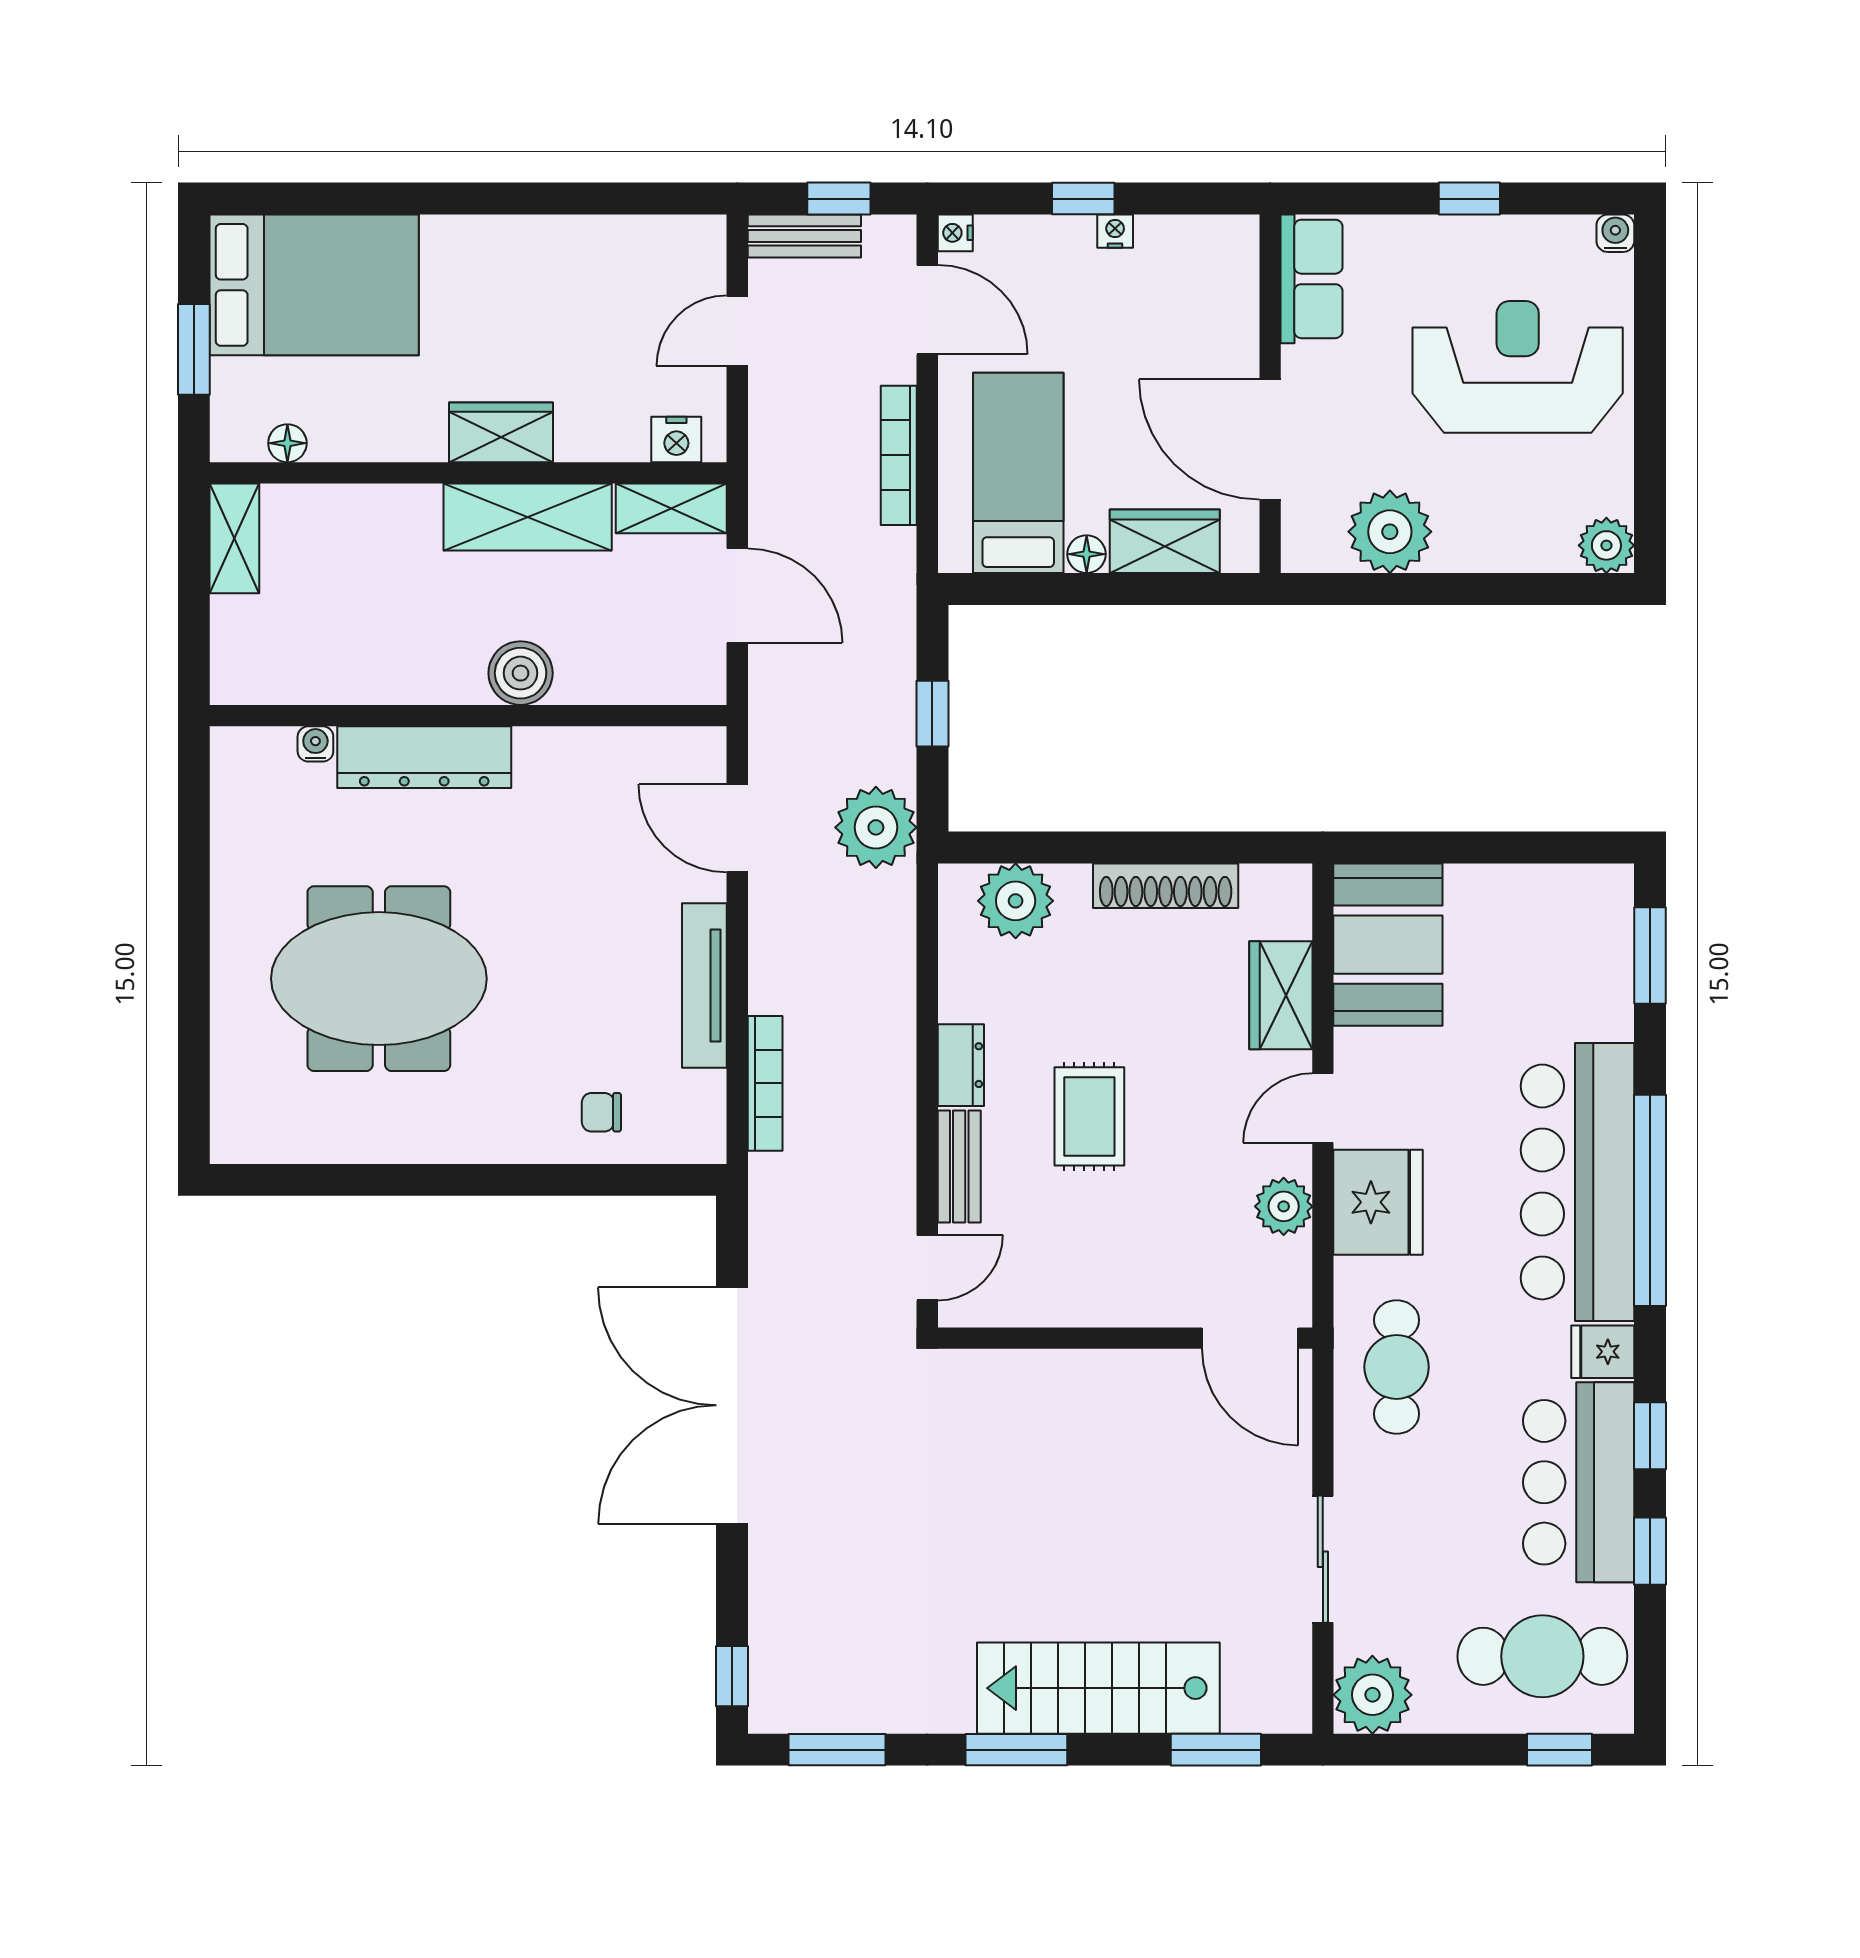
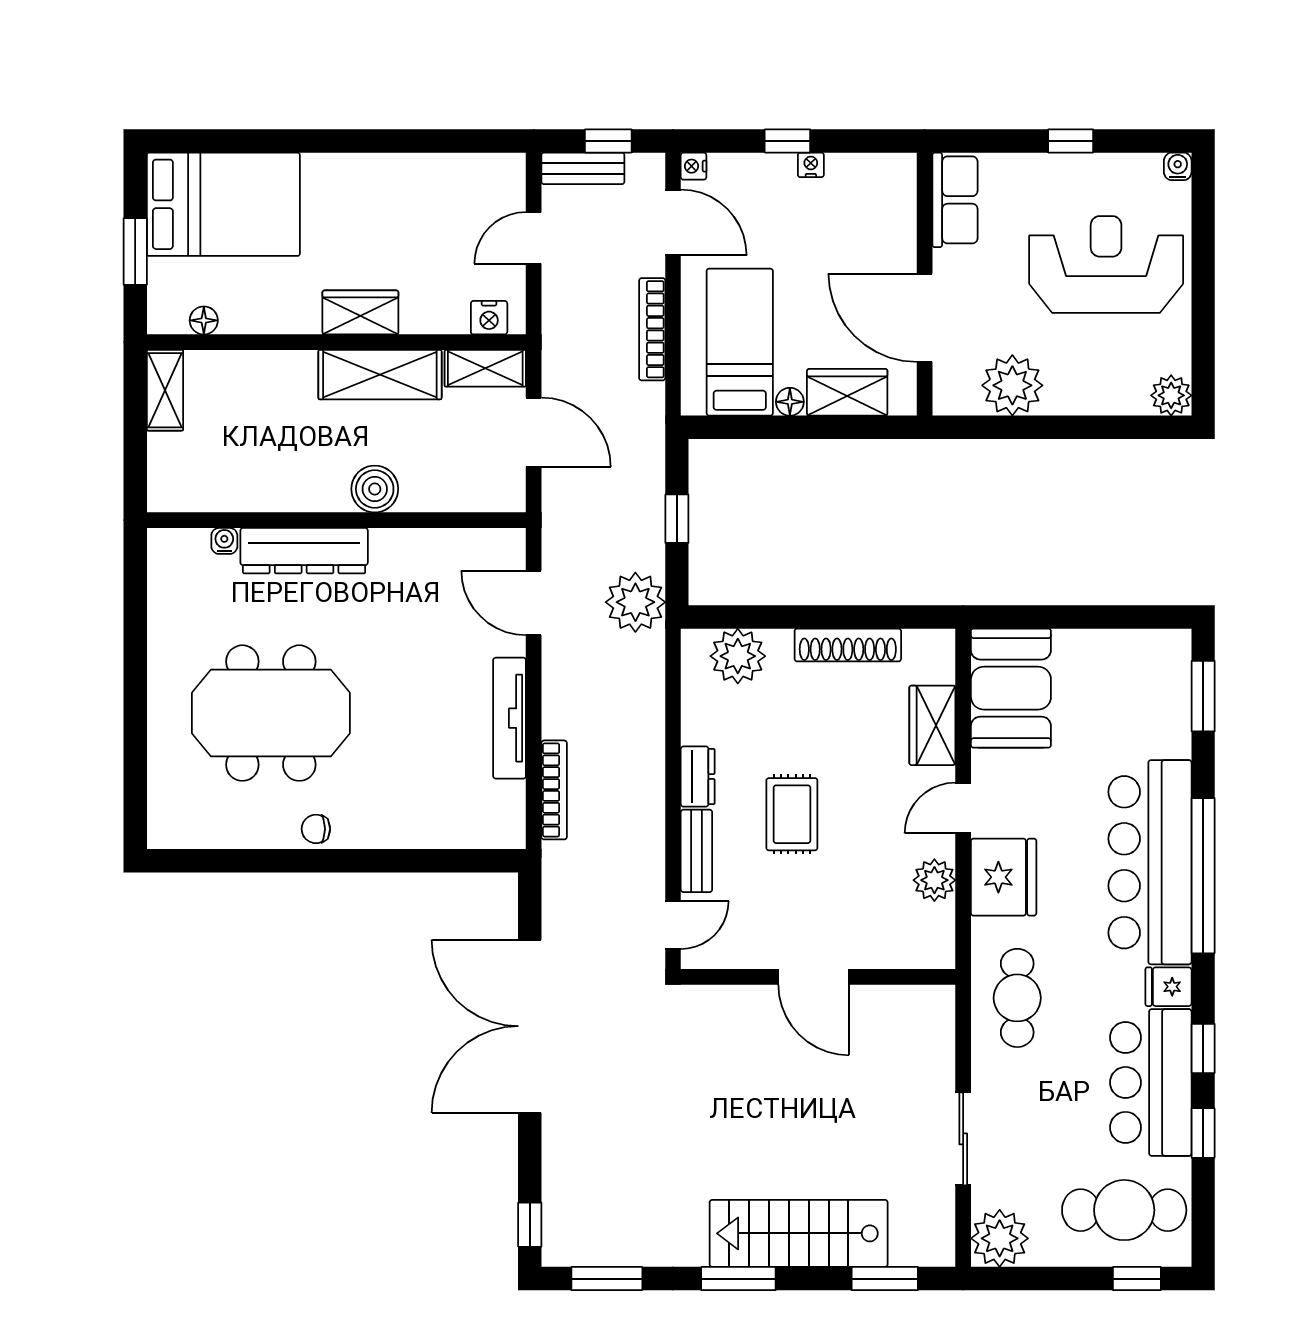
chair: (601, 1112) -> (316, 829), moved
door: (1250, 1338) -> (814, 977), moved

